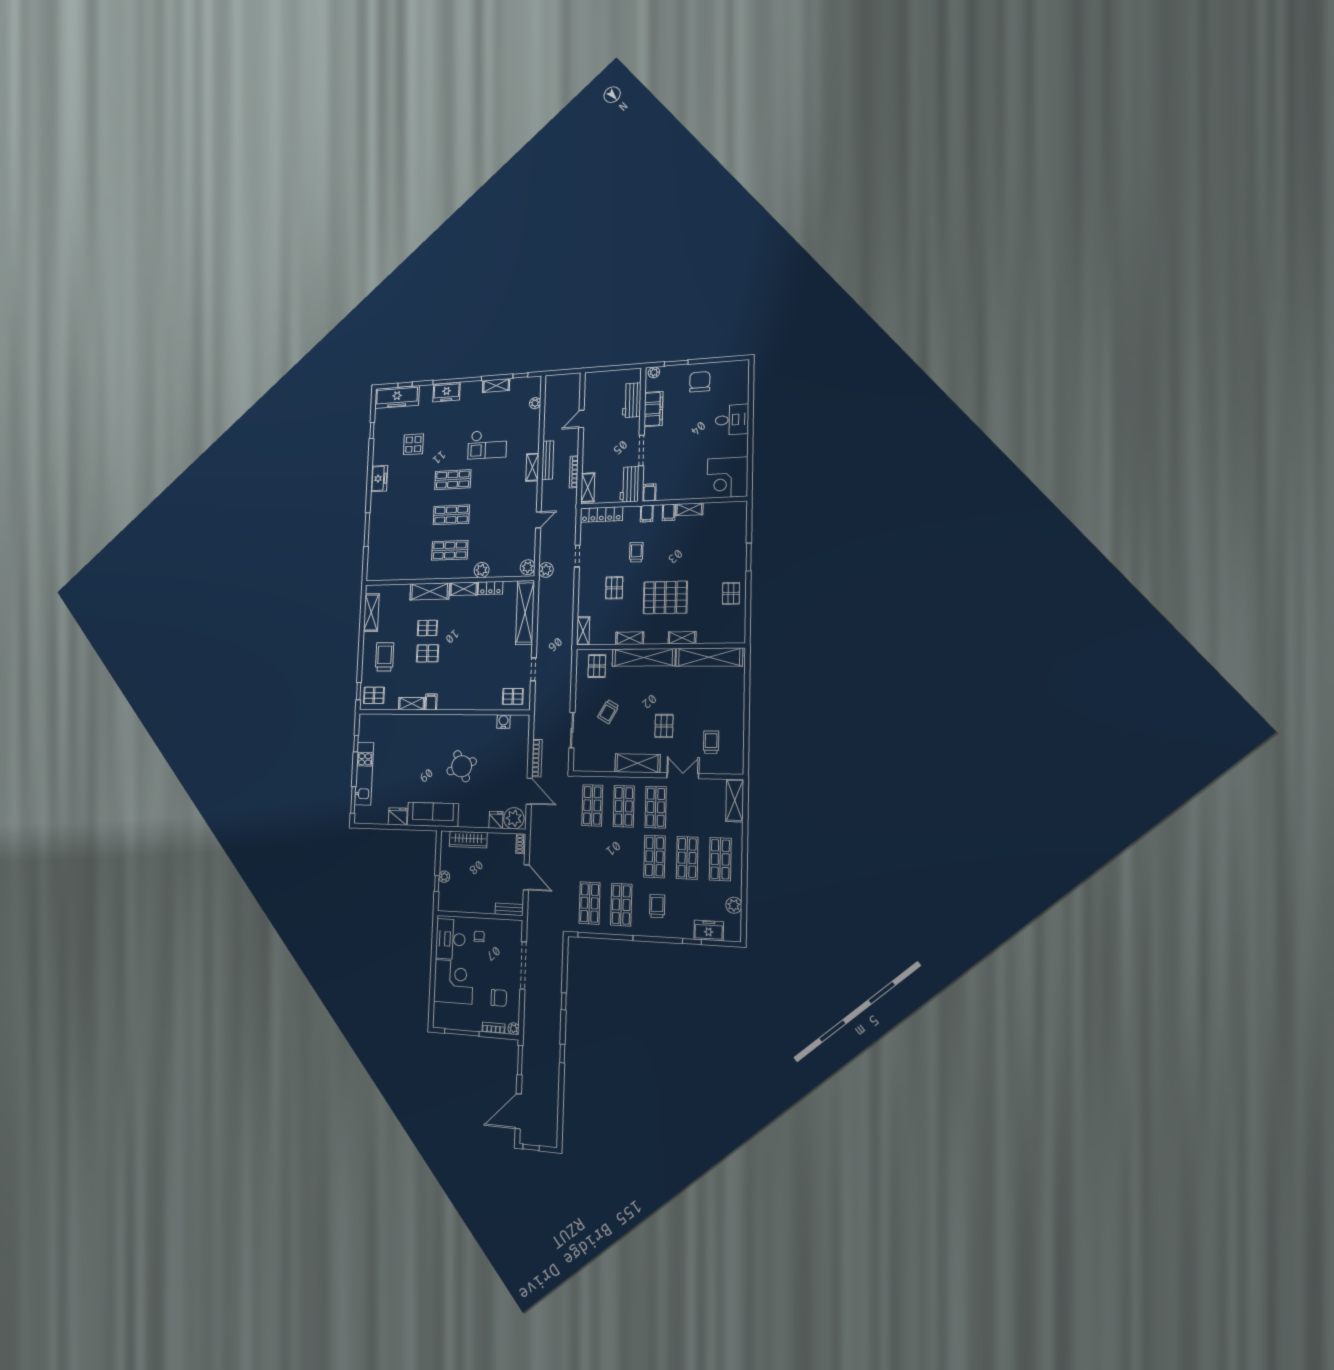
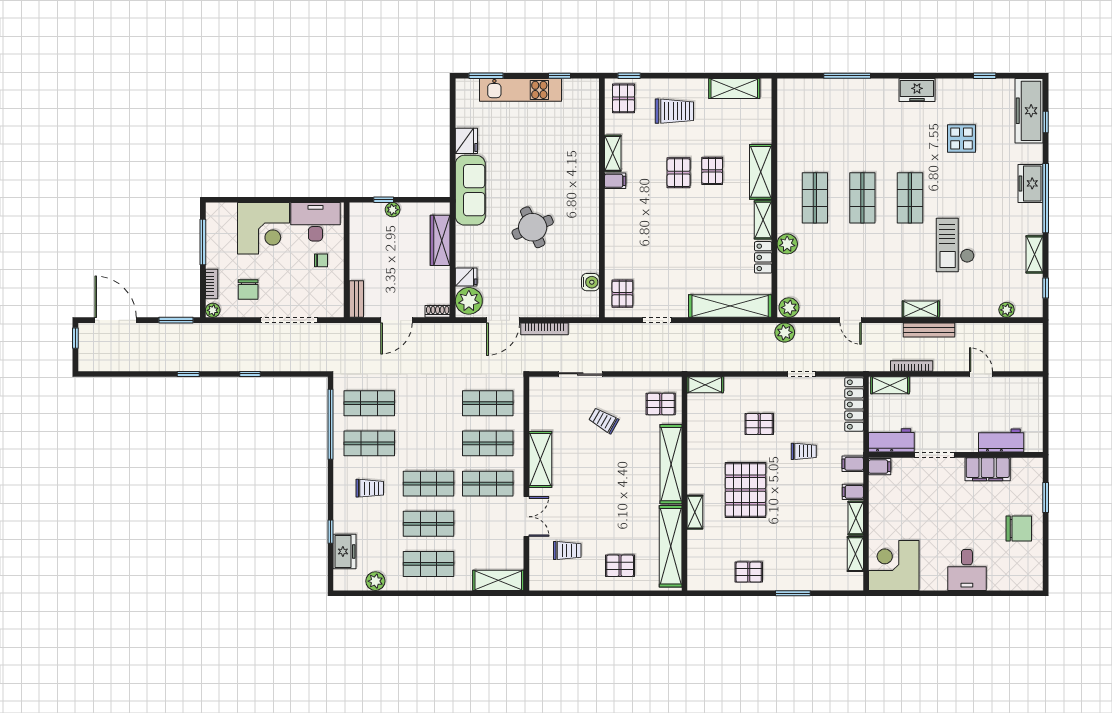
plant: (654, 372) -> (1036, 469), removed
shelving: (630, 638) -> (855, 554), moved
pallet: (664, 726) -> (620, 566), moved

